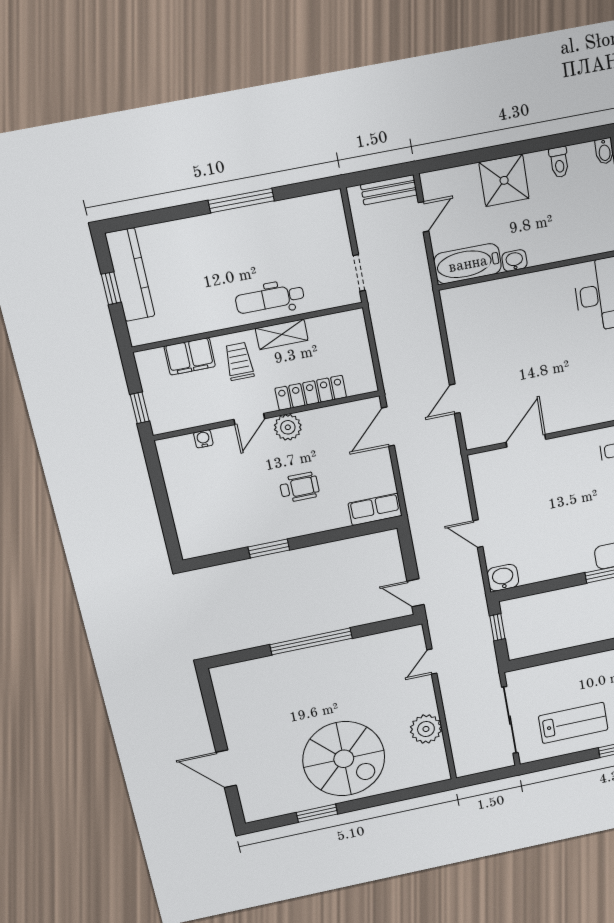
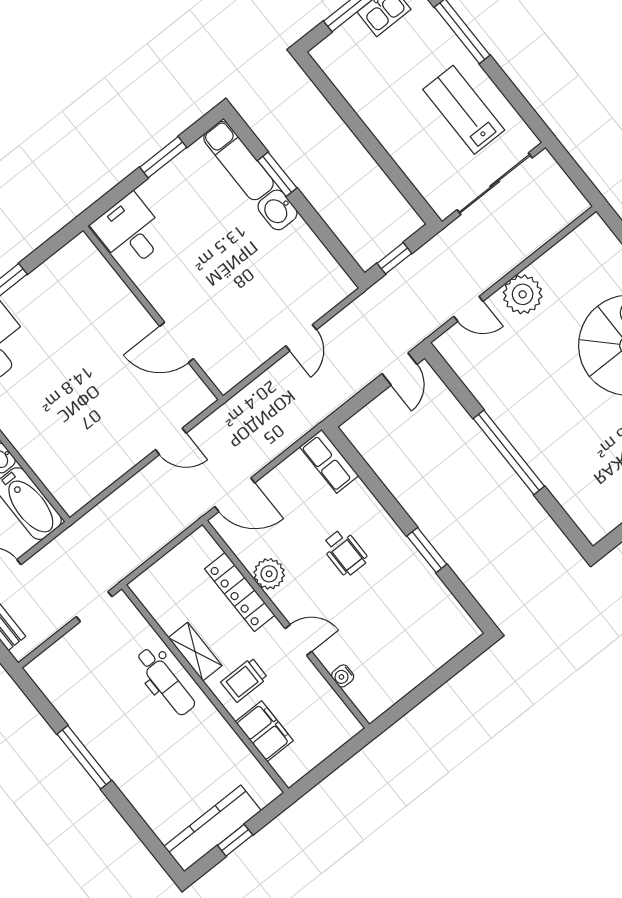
window: (140, 408) -> (342, 755), removed
plant: (288, 427) -> (269, 574), moved
wheelchair: (299, 487) -> (345, 552), turned 180
washbasin: (503, 578) -> (277, 210), moved
plant: (426, 729) -> (523, 294), moved

